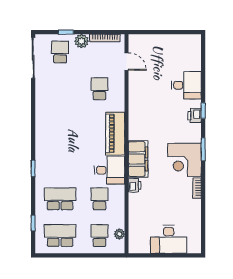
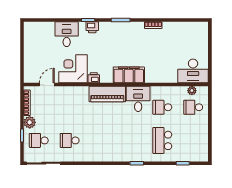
school desk: (100, 89) -> (70, 140), moved
corner desk: (184, 160) -> (73, 69), moved, turned 180
printer: (135, 185) -> (94, 78), moved
school desk: (60, 236) -> (193, 140), removed
desk: (169, 239) -> (193, 71), moved, turned 90

